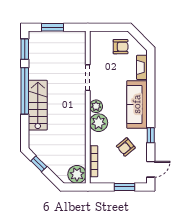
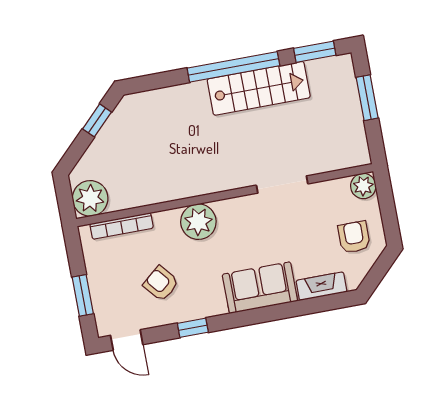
armchair: (121, 47) -> (354, 237), turned 180
sofa: (137, 104) -> (260, 288), width x0.73
stairs: (38, 105) -> (259, 88), moved
plant: (96, 106) -> (363, 186), moved

